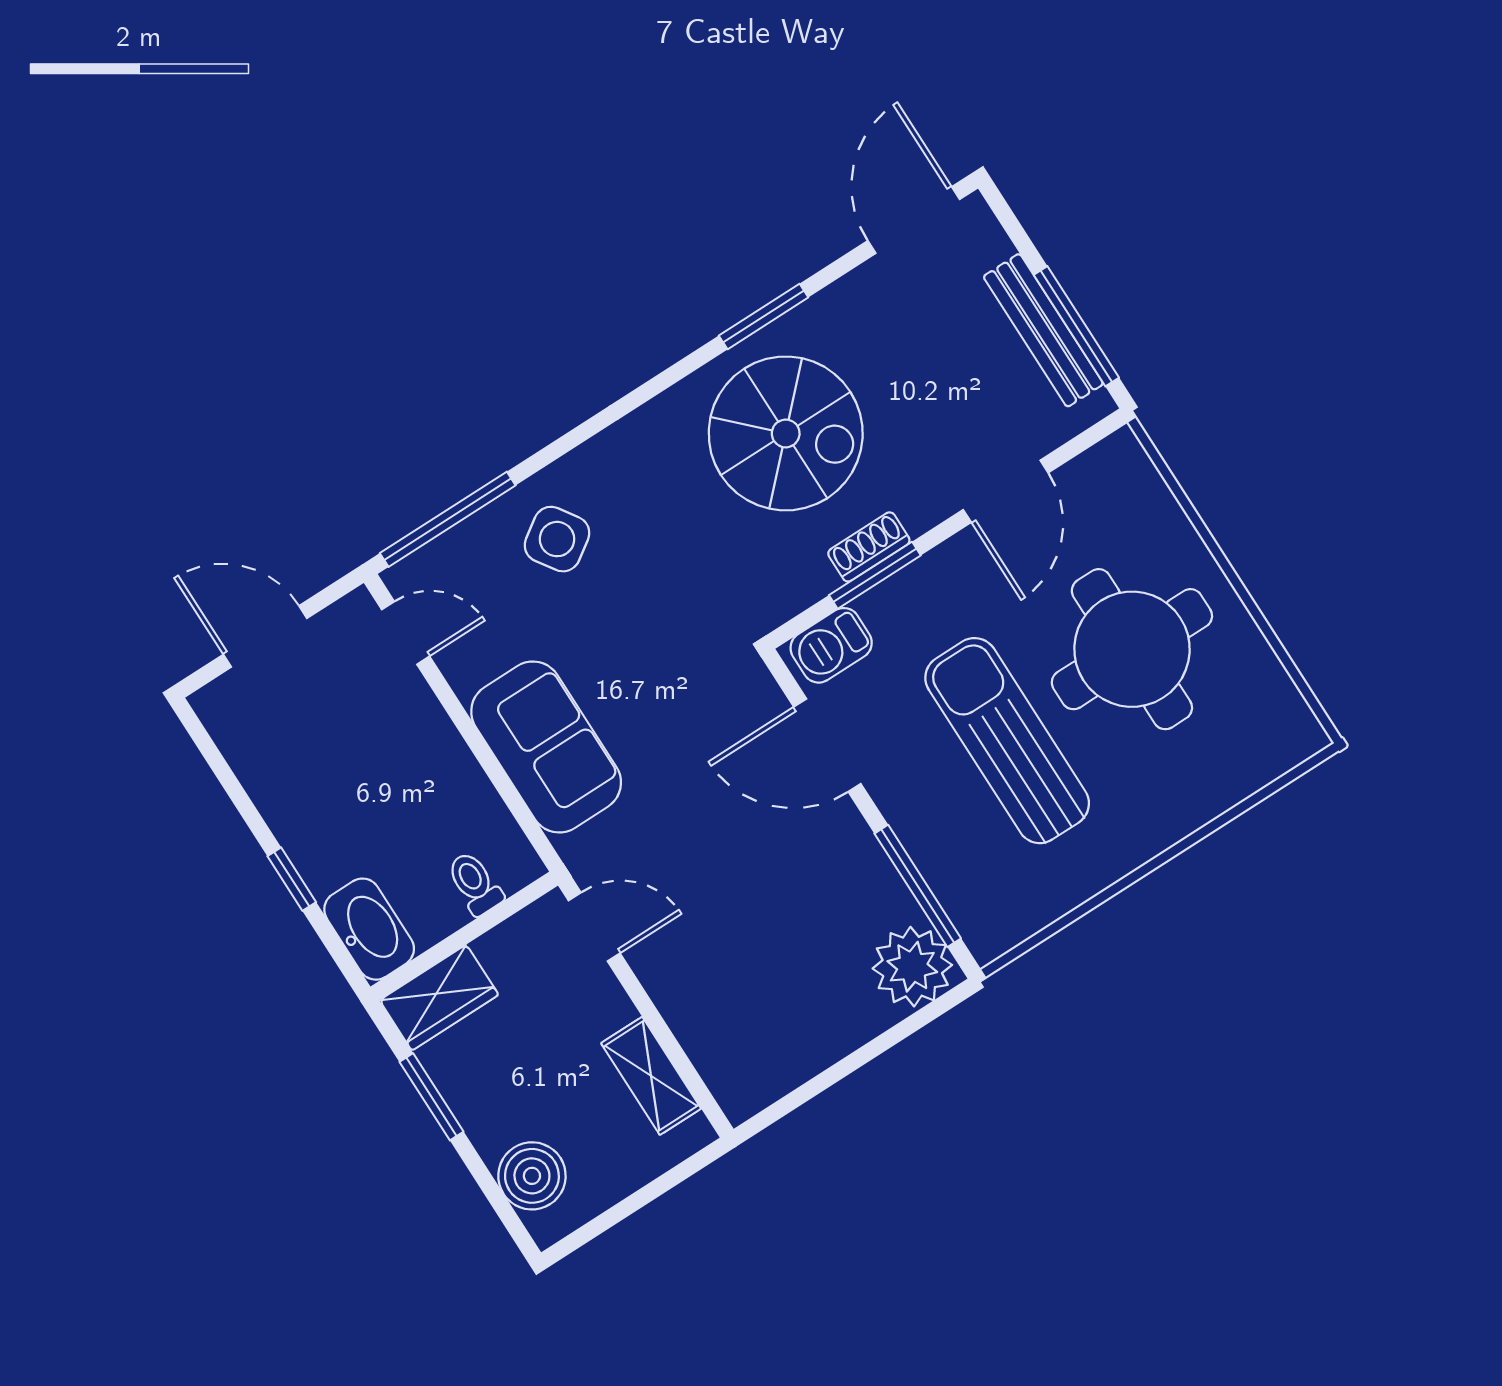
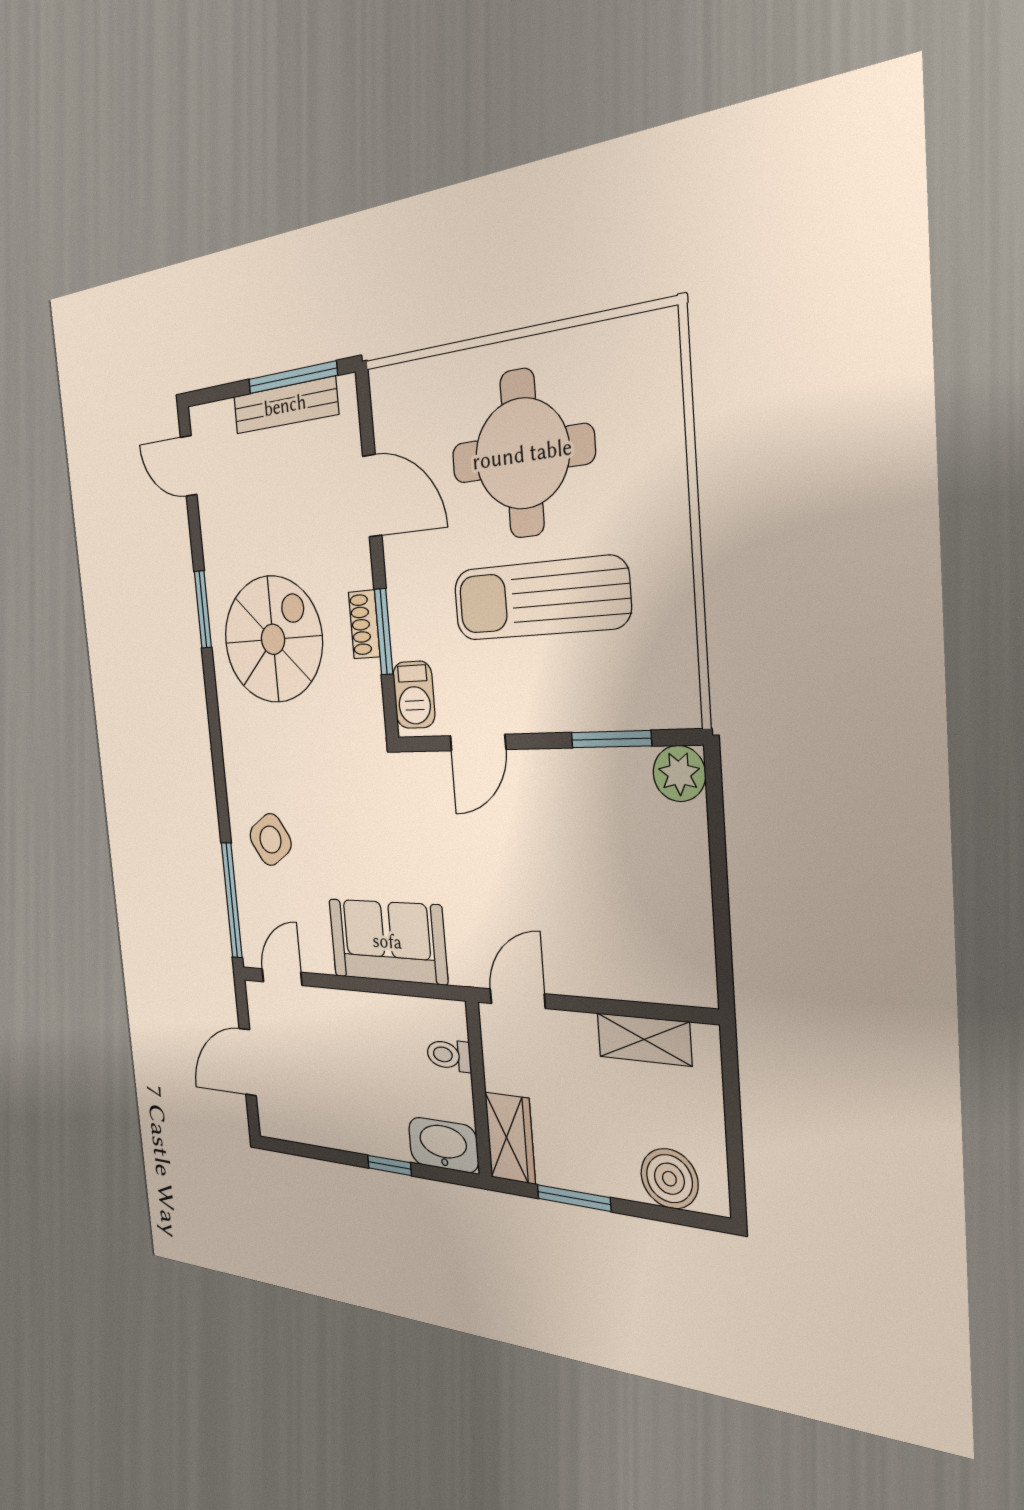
door: (914, 220) -> (189, 466), width x0.73
door: (827, 745) -> (478, 743), width x0.73
window: (918, 886) -> (611, 739), width x0.69
plant: (912, 967) -> (679, 774), width x0.73, depth x0.73

